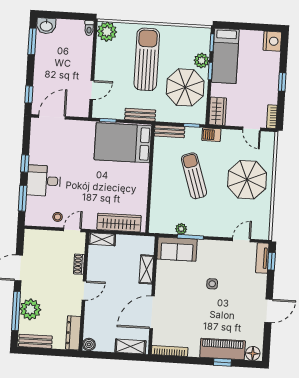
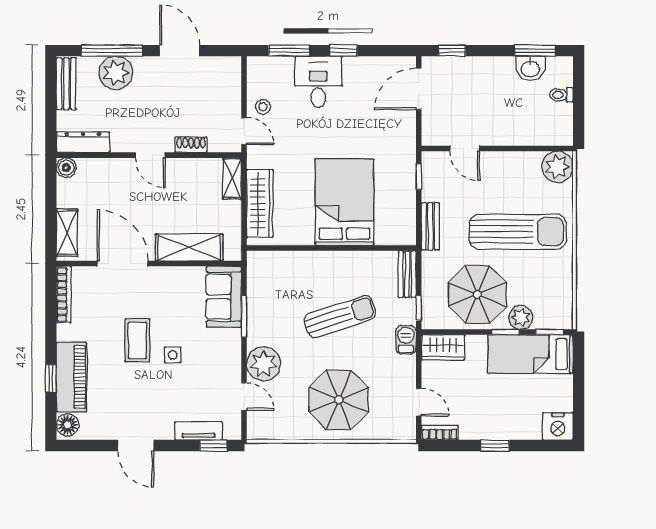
washbasin: (46, 26) -> (530, 68), moved, turned -90
toilet: (89, 28) -> (561, 95), moved
door: (52, 117) -> (419, 89), swing flipped
door: (252, 129) -> (419, 402), swing flipped
bed: (123, 143) -> (345, 202), moved
plant: (181, 229) -> (264, 364), moved, width x1.88, depth x1.88
tv unit: (262, 258) -> (199, 431), moved
shelving: (146, 269) -> (189, 247), width x1.50, depth x1.33
coffee table: (202, 306) -> (137, 340), added

